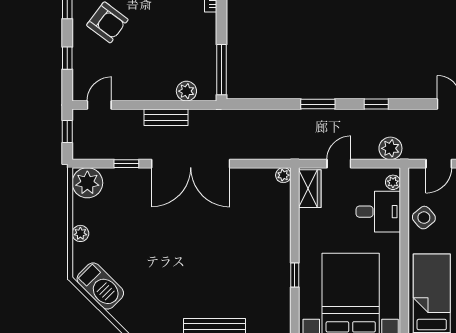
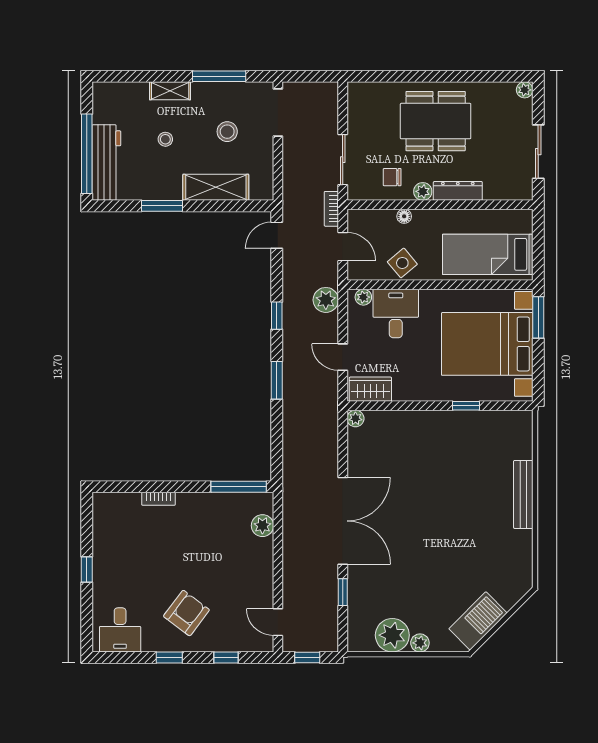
bench: (166, 117) -> (291, 548), removed
plant: (87, 183) -> (392, 635), moved

